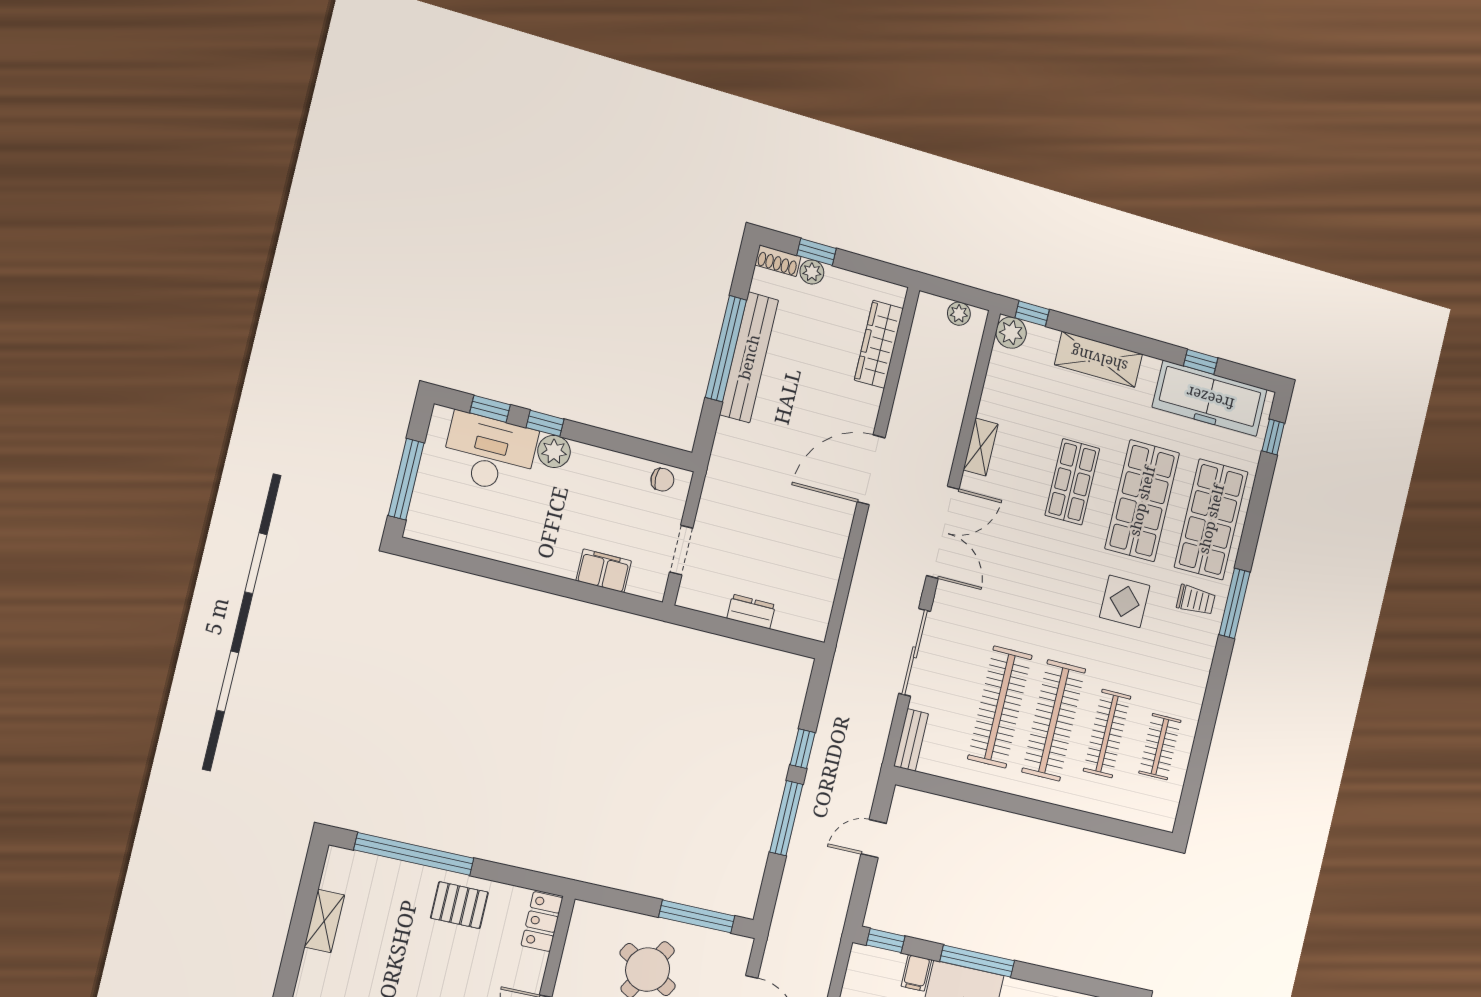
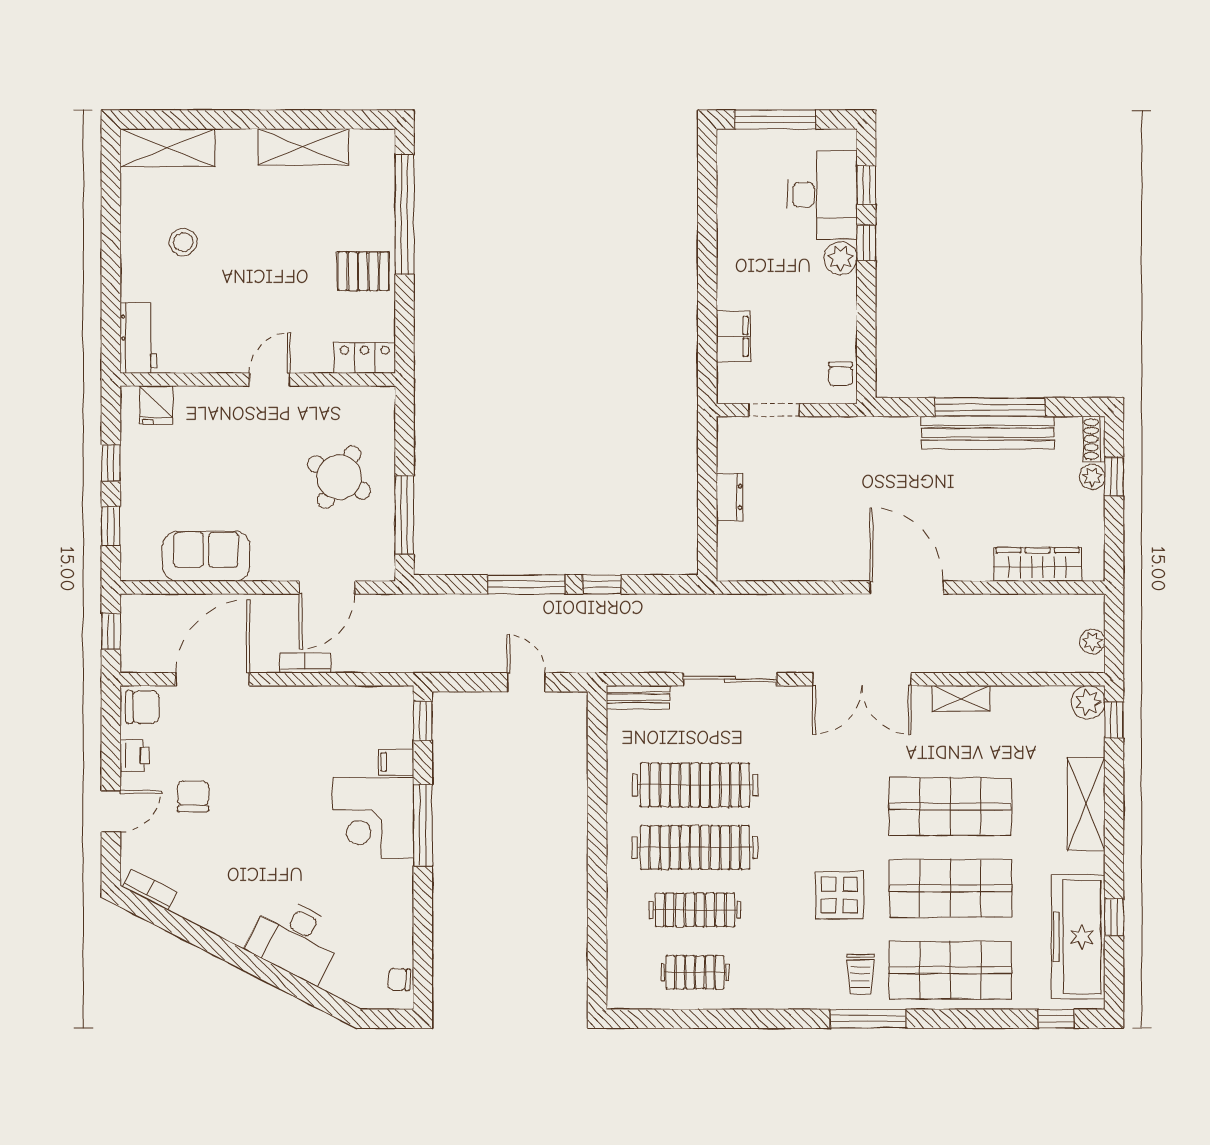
shop shelf: (1072, 482) -> (950, 806), width x1.43, depth x1.36
pallet: (459, 905) -> (363, 271), turned 90
shelving: (324, 921) -> (303, 147), width x1.50, depth x1.33

